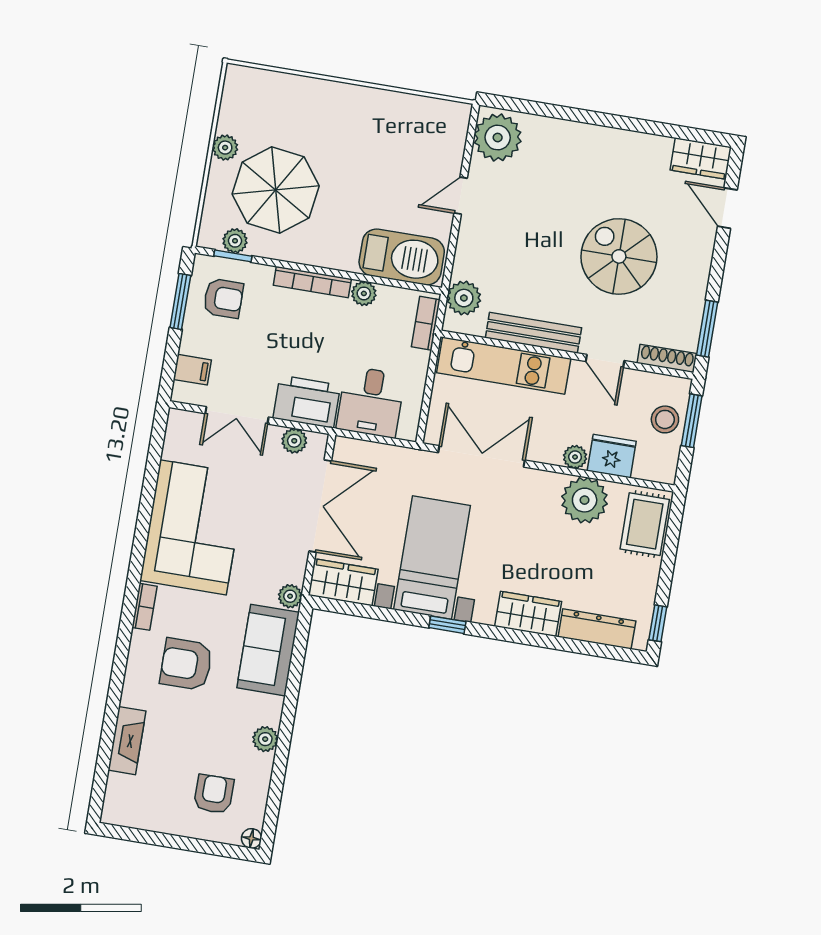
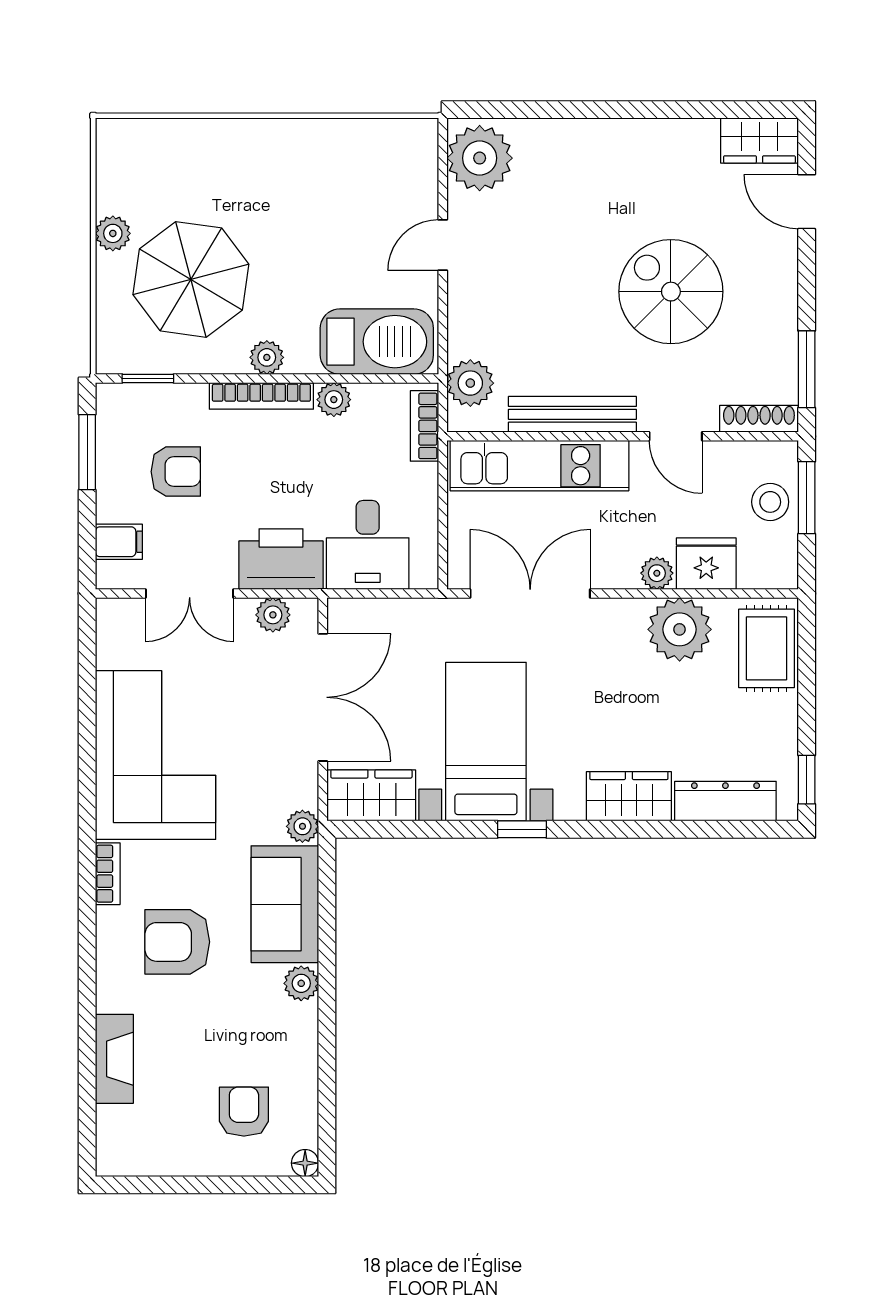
plant: (235, 241) -> (267, 357), moved
armchair: (223, 298) -> (176, 472), moved
plant: (265, 739) -> (301, 983), moved

